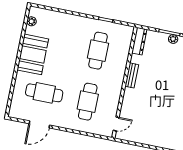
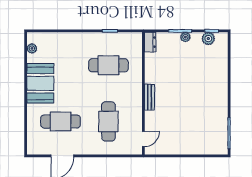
dresser: (139, 41) -> (150, 42), width x0.70
cafe table: (98, 51) -> (108, 65), turned 90
bench: (132, 75) -> (149, 97), moved

